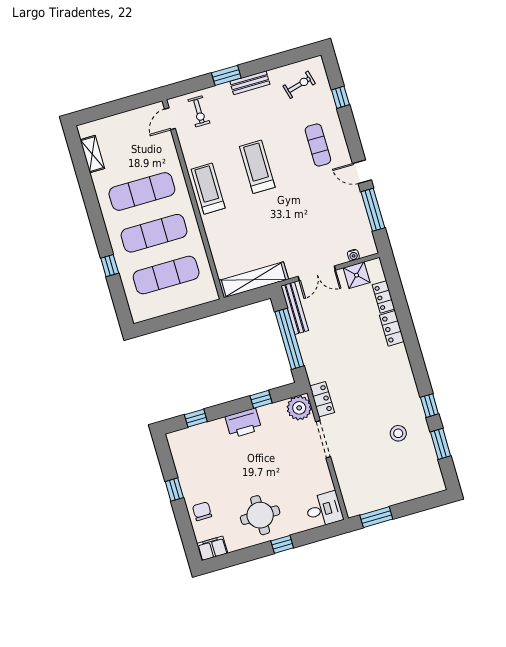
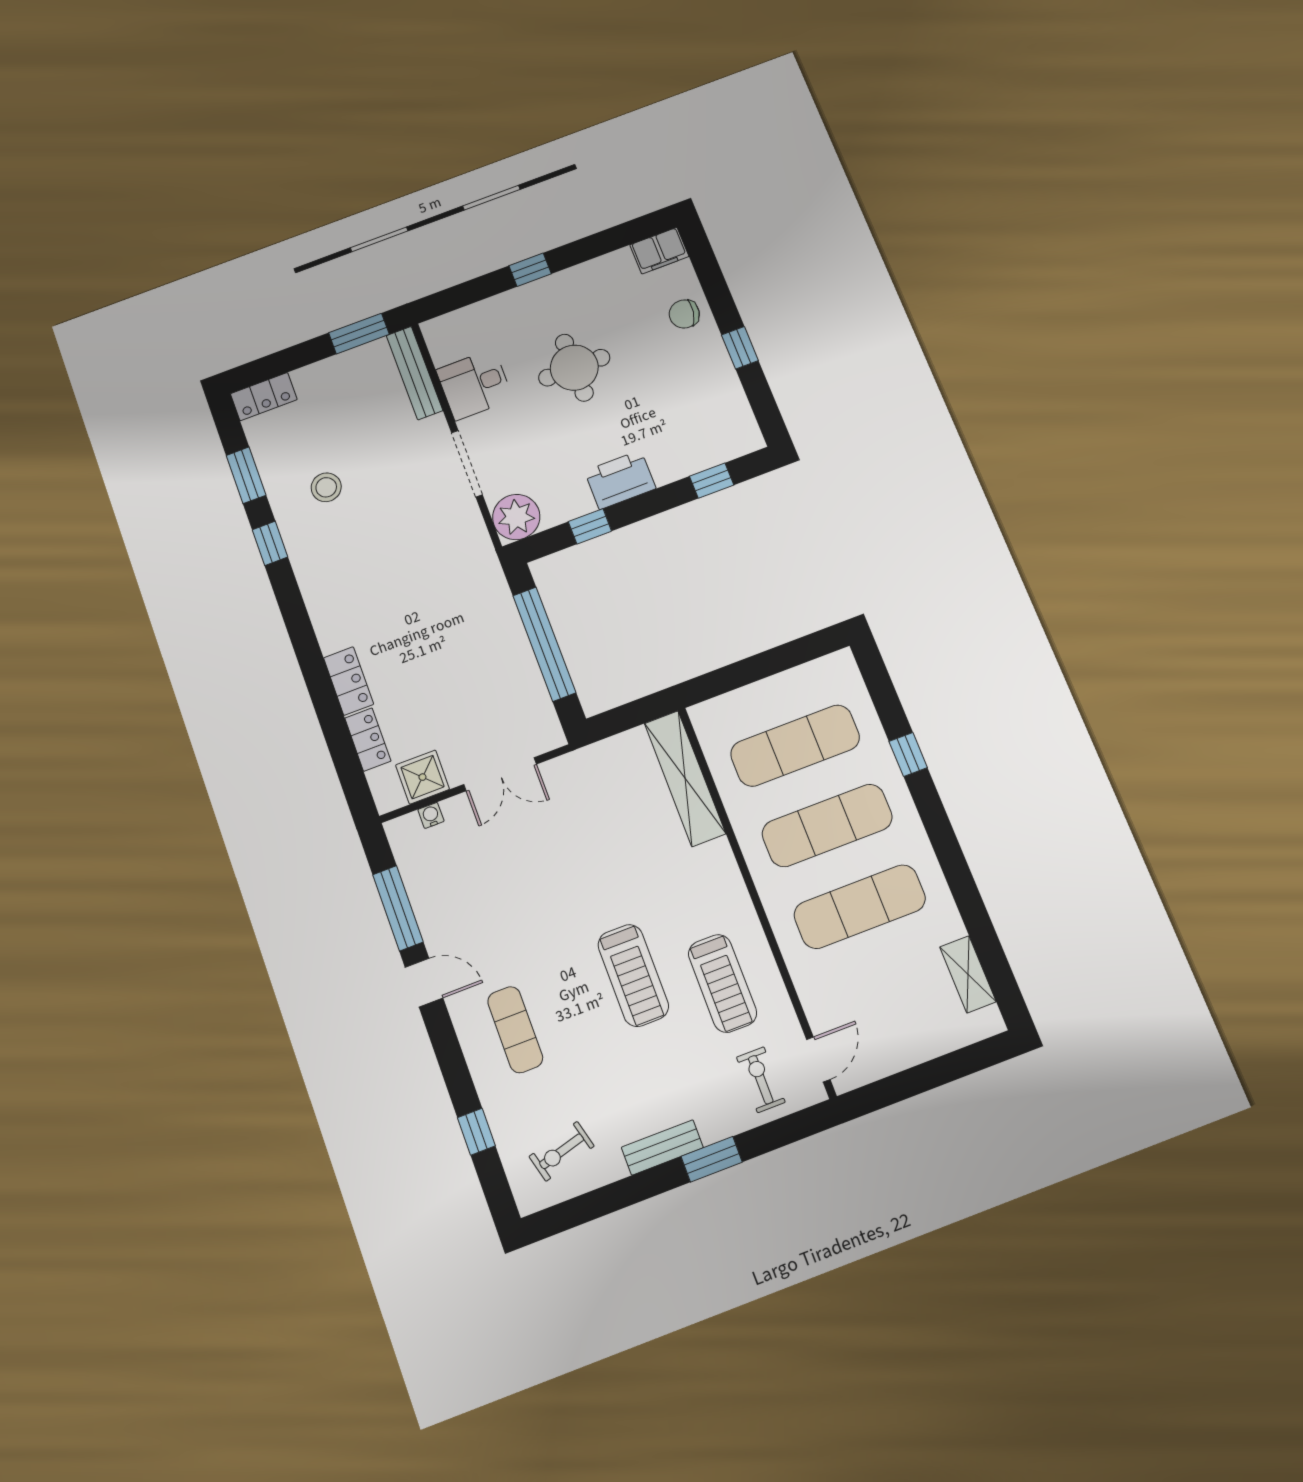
treadmill: (208, 189) -> (722, 983), moved
double door: (317, 273) -> (500, 774), swing flipped
shelving: (254, 280) -> (685, 778), moved, turned 90
bench: (295, 308) -> (415, 373), moved
locker: (322, 399) -> (264, 397), moved, turned -90
desk: (324, 509) -> (475, 384), moved
chair: (202, 511) -> (684, 314), turned 100
round table: (260, 515) -> (574, 368), moved

